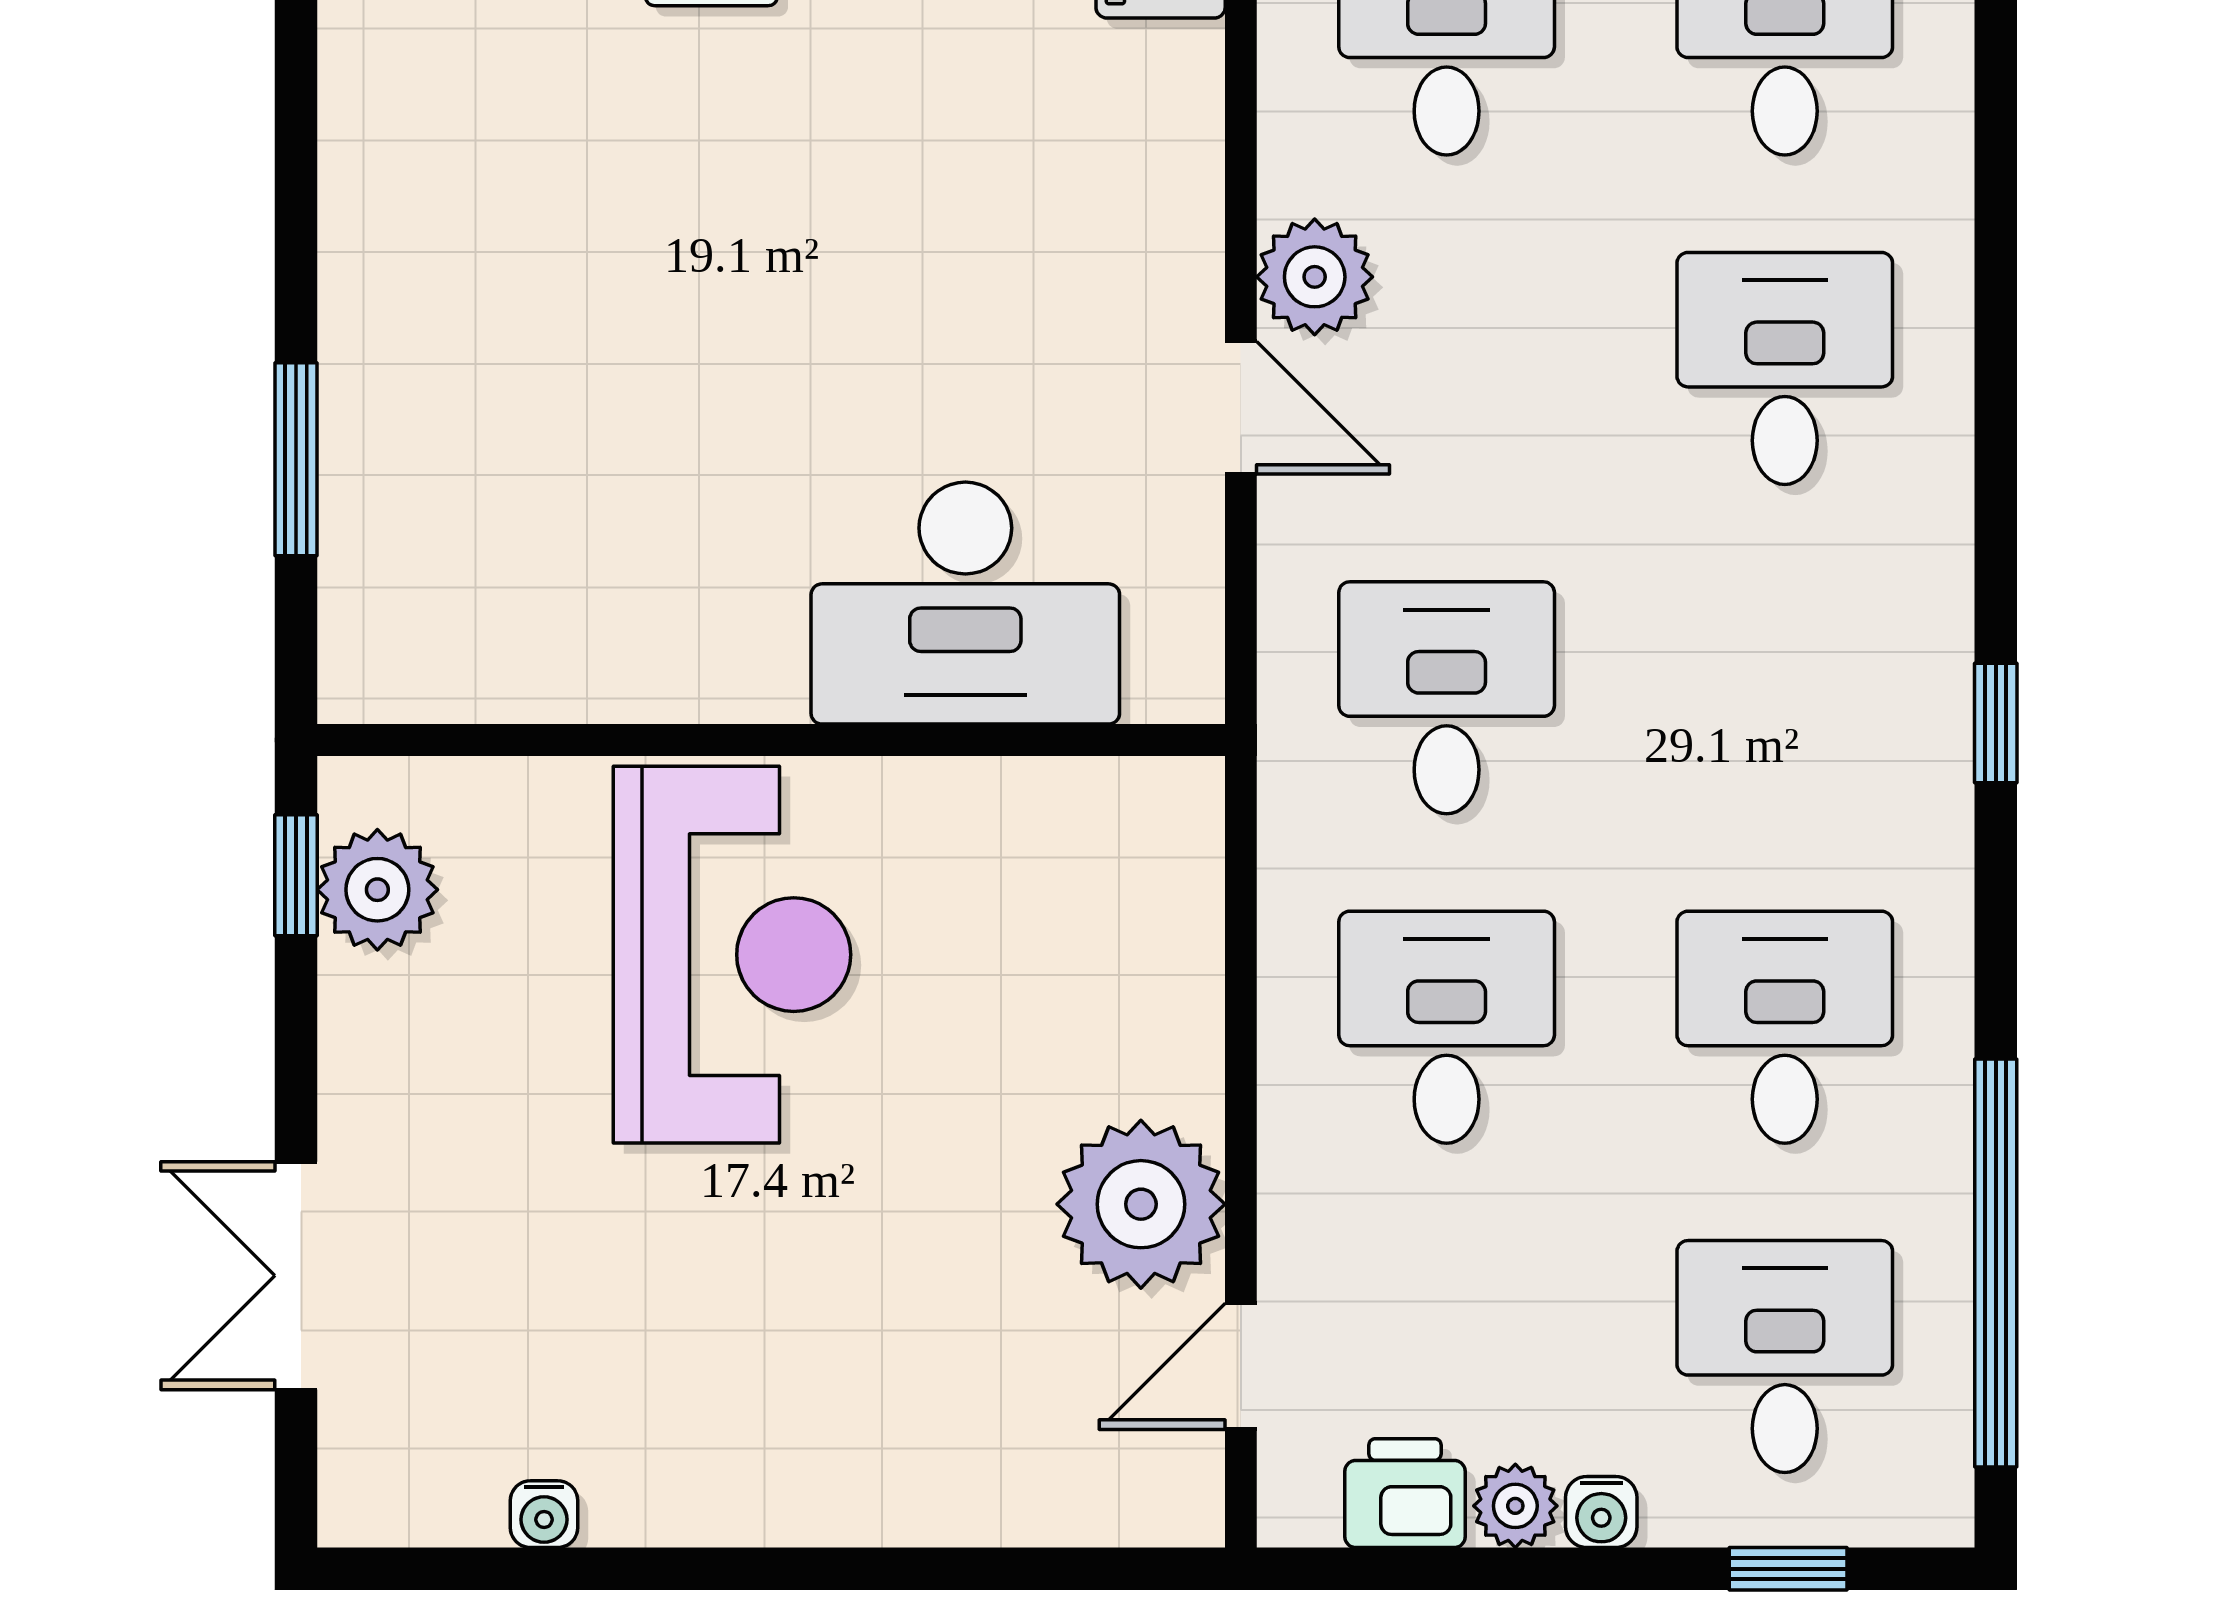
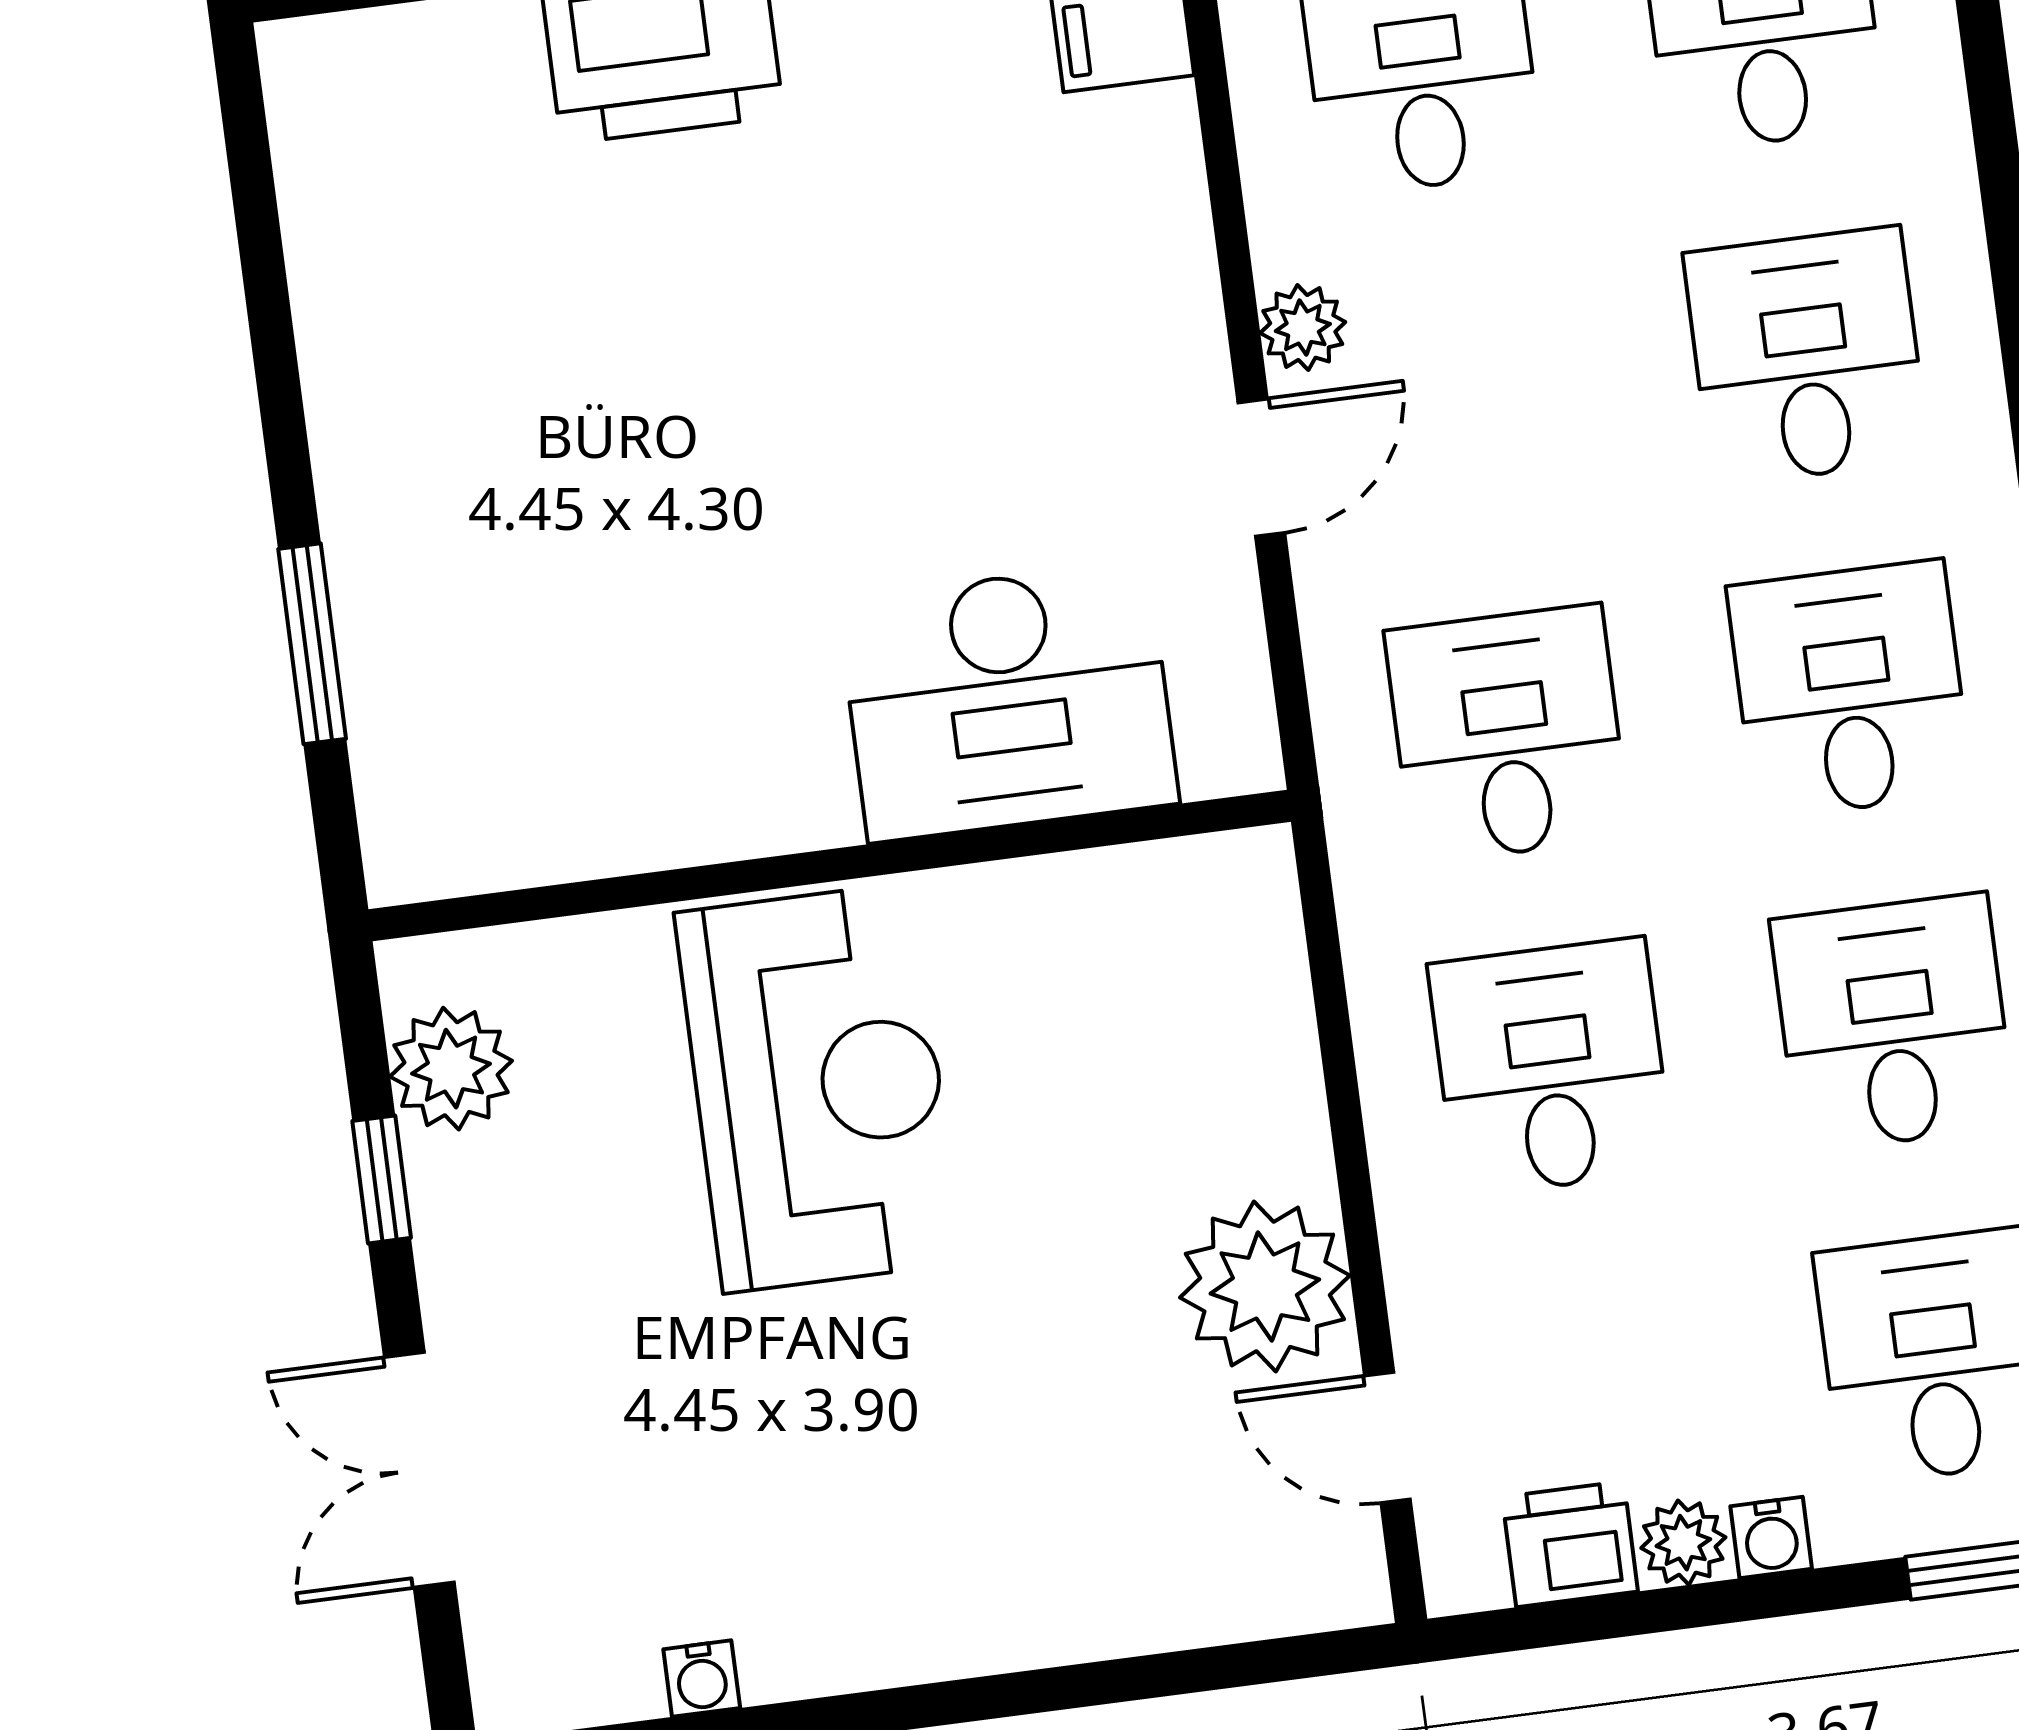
plant: (1315, 277) -> (1303, 327), width x0.73, depth x0.73
door: (1241, 408) -> (1261, 468), hinge flipped
desk: (1785, 698) -> (1850, 690), added
window: (296, 875) -> (382, 1179), moved
door: (1241, 1366) -> (1387, 1438), hinge flipped

